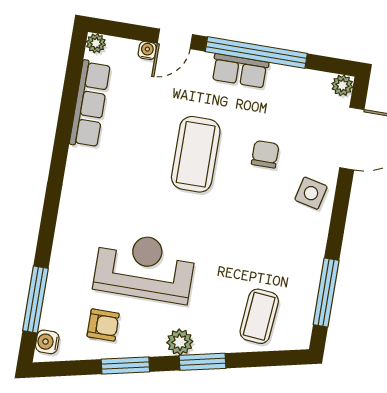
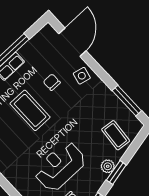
plant: (342, 85) -> (48, 29), removed
plant: (180, 342) -> (108, 166), moved

